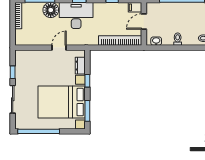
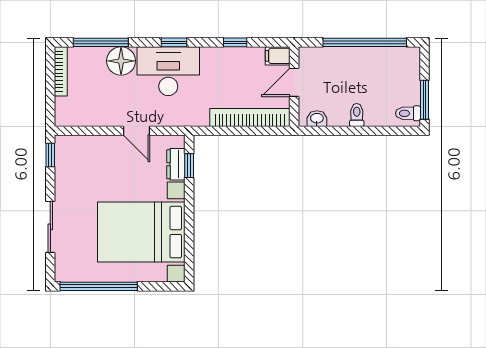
door: (59, 48) -> (136, 131), swing flipped
window: (13, 72) -> (50, 155), moved
window: (87, 81) -> (189, 166), moved
window: (87, 111) -> (189, 248), removed

